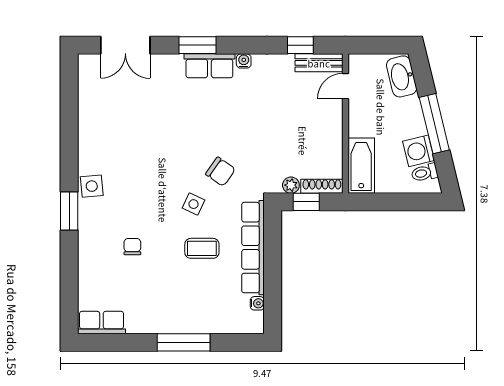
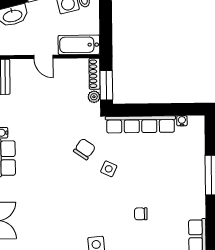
door: (346, 86) -> (43, 57), moved
window: (306, 202) -> (106, 85), width x1.50
coffee table: (202, 248) -> (142, 162), removed

